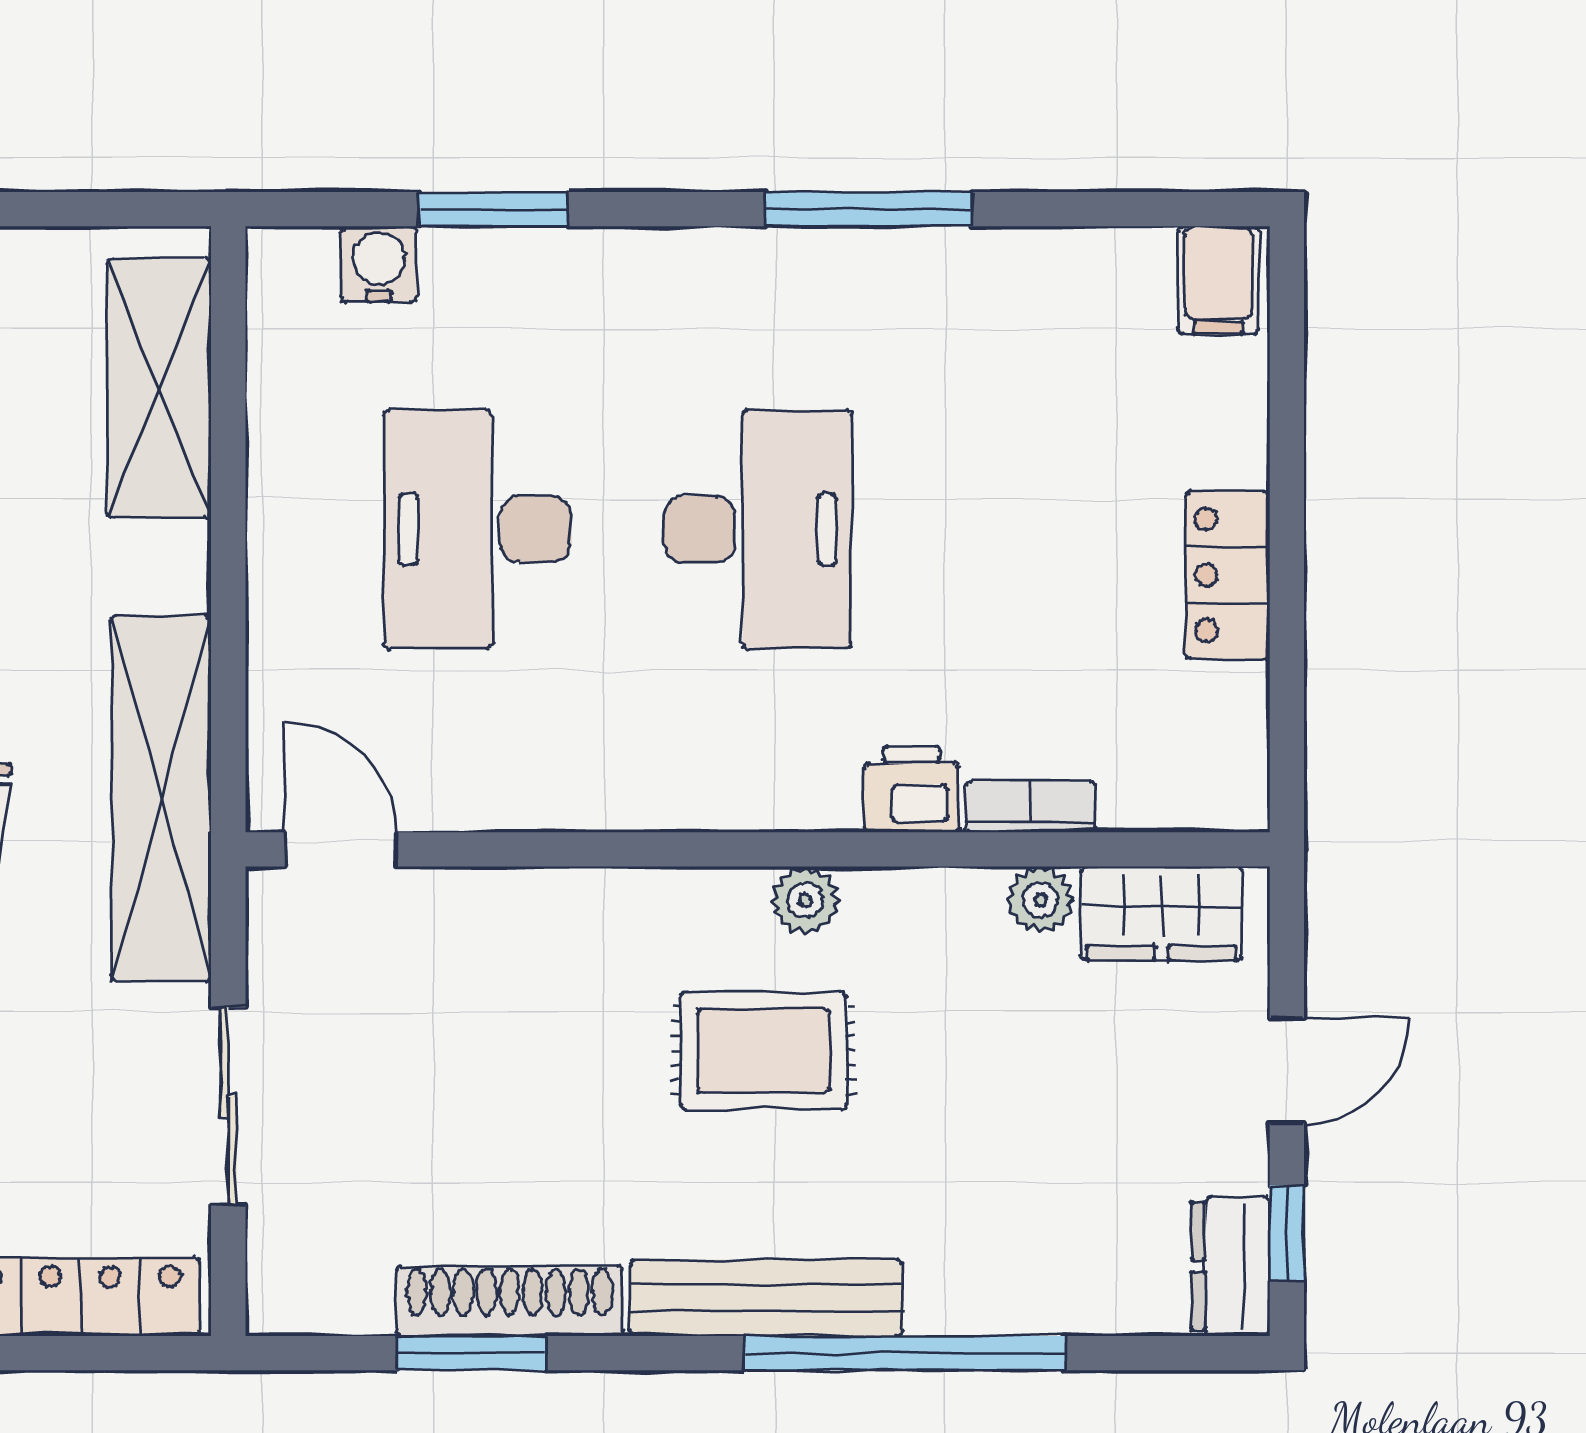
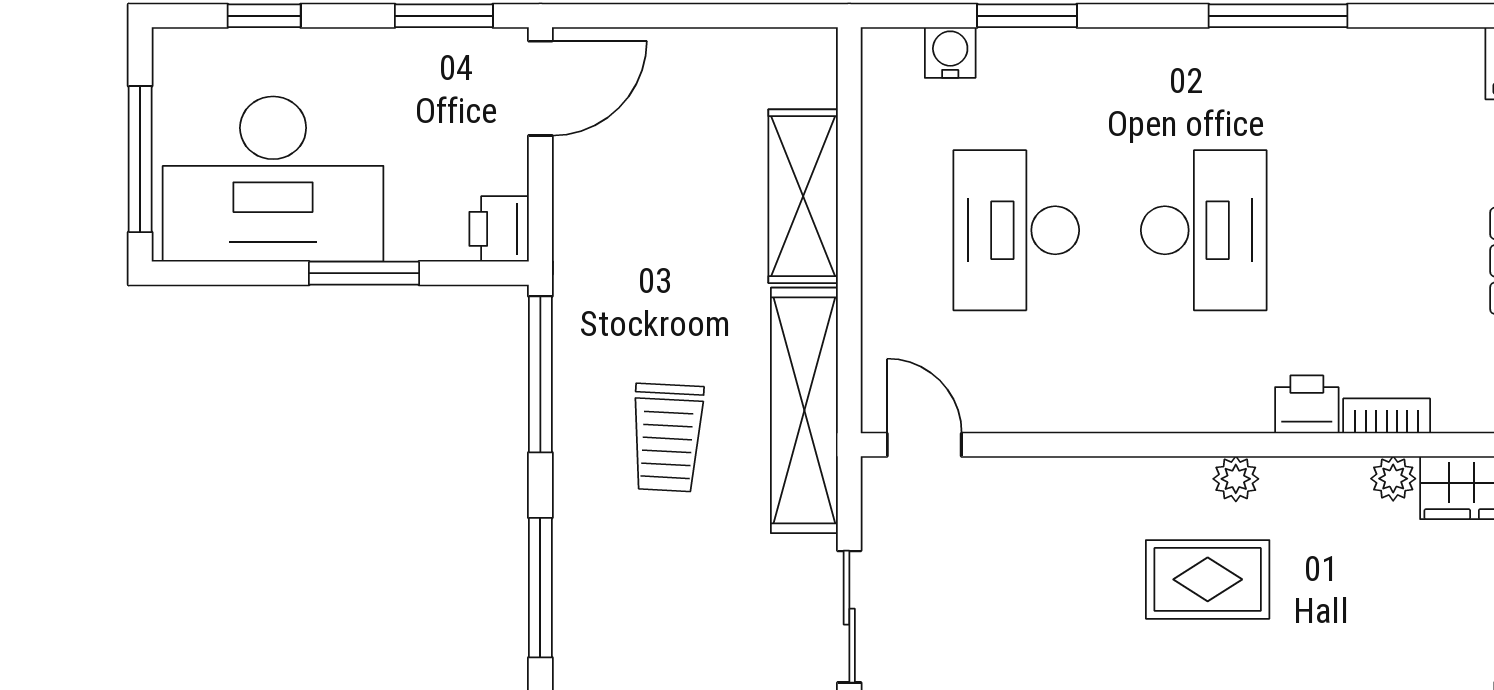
shelving: (159, 388) -> (803, 196), moved

